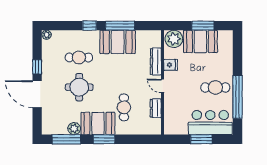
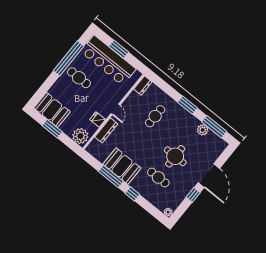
booth: (200, 41) -> (52, 110), moved
dresser: (156, 108) -> (143, 85), moved
booth: (98, 123) -> (183, 120), removed
bar counter: (210, 123) -> (108, 60), width x1.36

